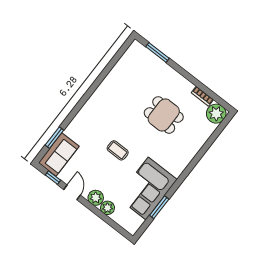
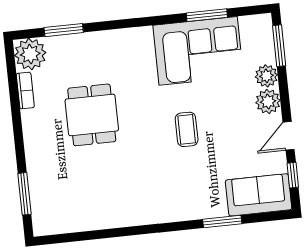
window: (54, 138) -> (222, 221), moved
window: (213, 138) -> (64, 30), added
window: (115, 226) -> (279, 46), added

